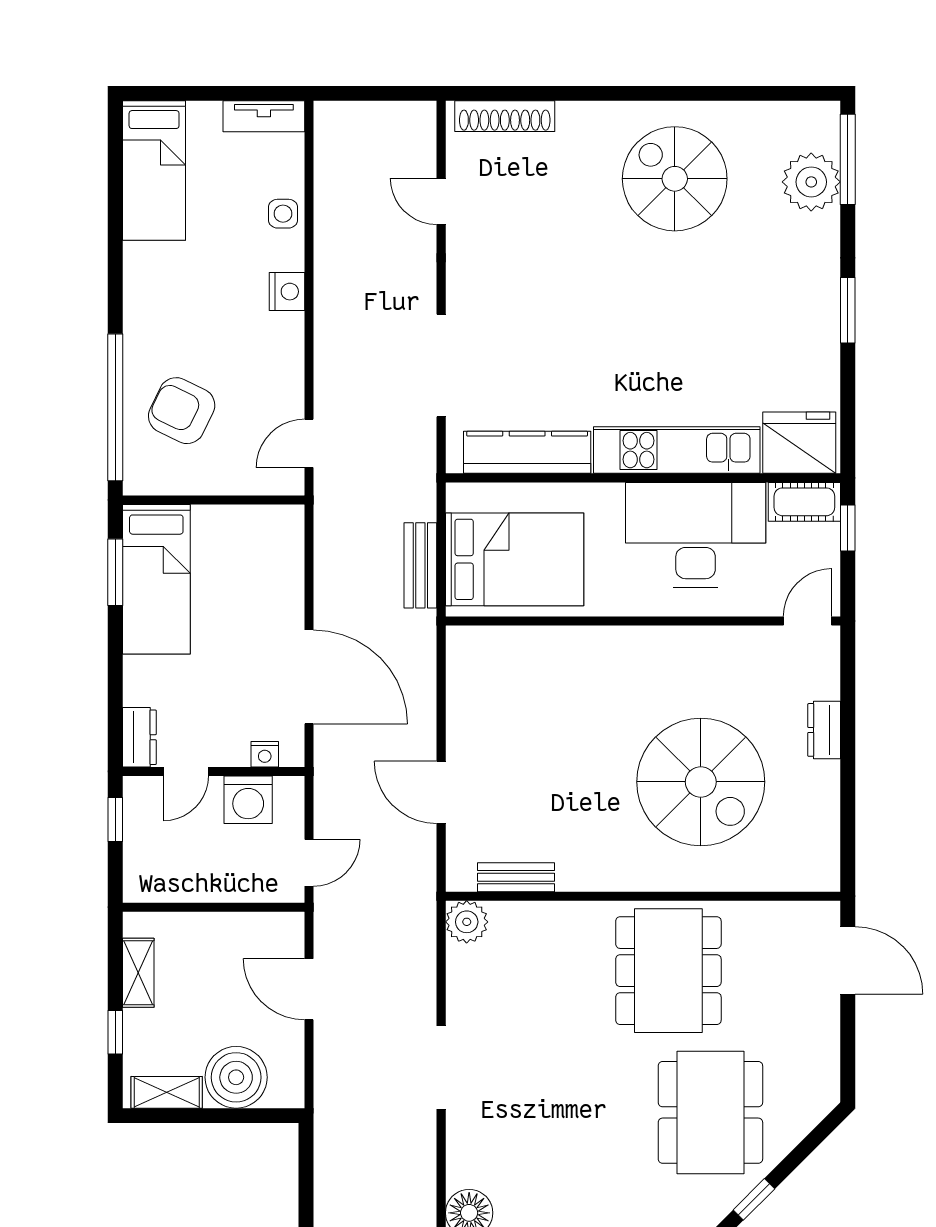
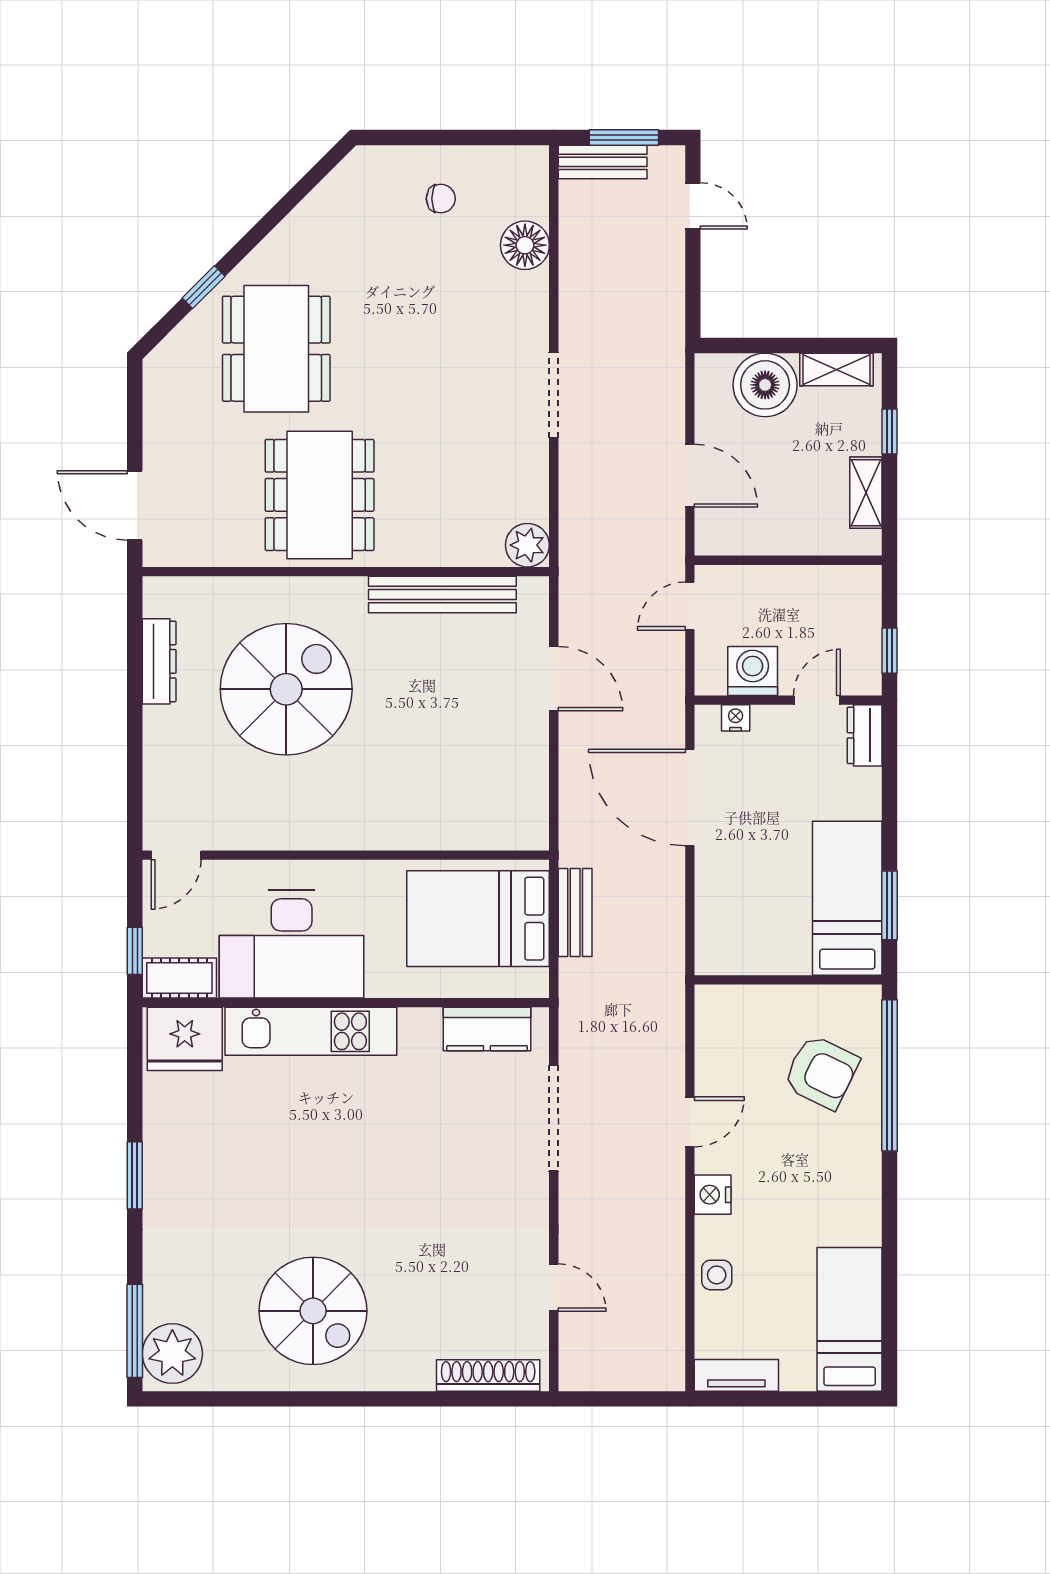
plant: (811, 182) -> (172, 1354), moved
door: (309, 443) -> (690, 1122), moved
kitchen counter: (527, 452) -> (487, 1029), width x0.67
dresser: (824, 730) -> (159, 661), moved, width x1.44
spiral stairs: (701, 782) -> (286, 689), turned 90
bench: (516, 877) -> (442, 594), width x1.86, depth x1.21
window: (754, 1199) -> (204, 287), moved

